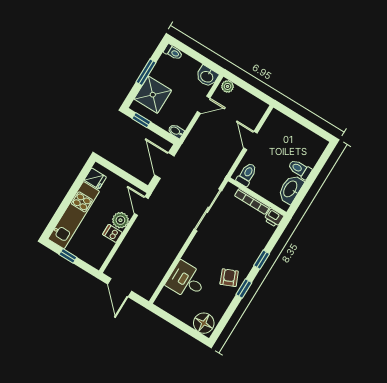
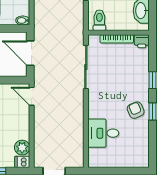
plant: (120, 220) -> (22, 148), moved
dishwasher: (112, 233) -> (22, 162), moved
floor lamp: (204, 323) -> (138, 158), removed

